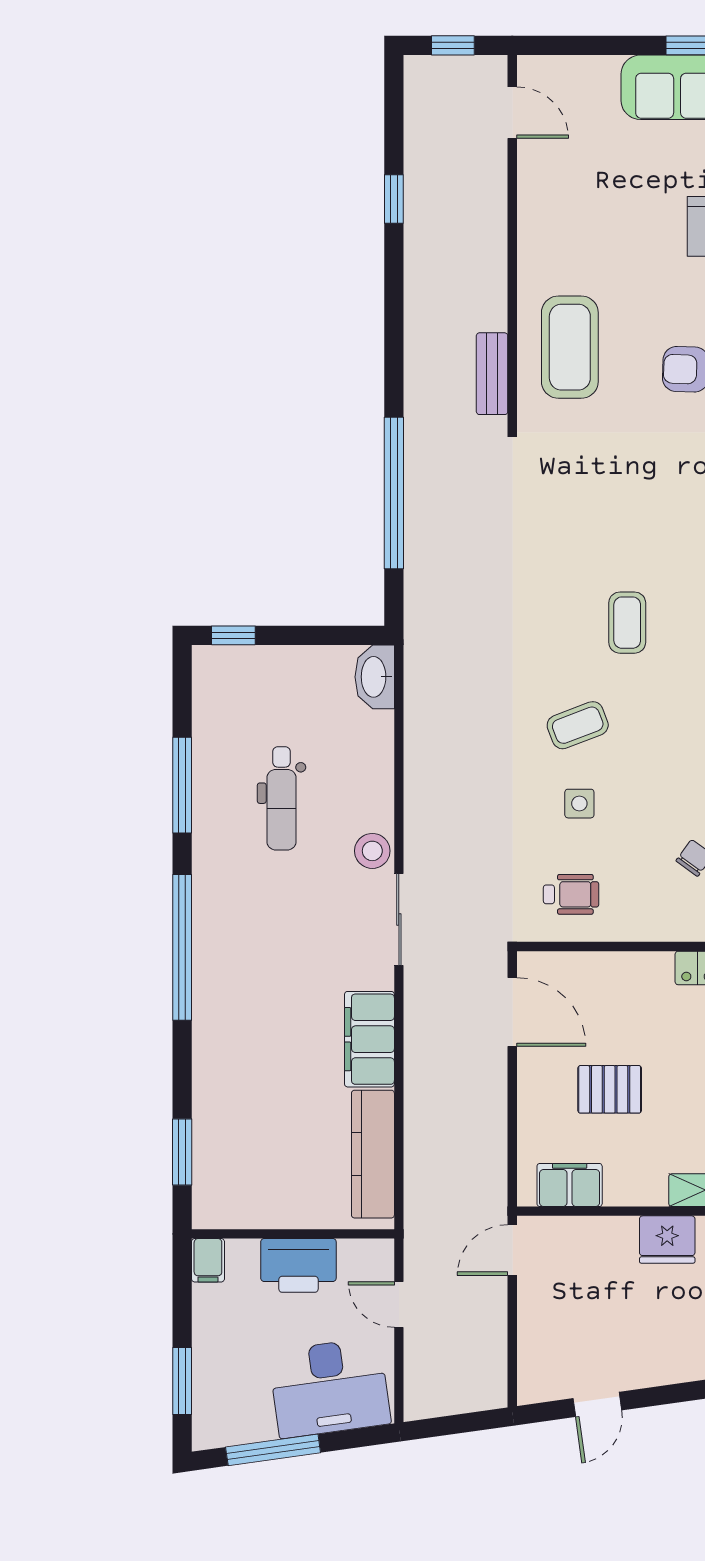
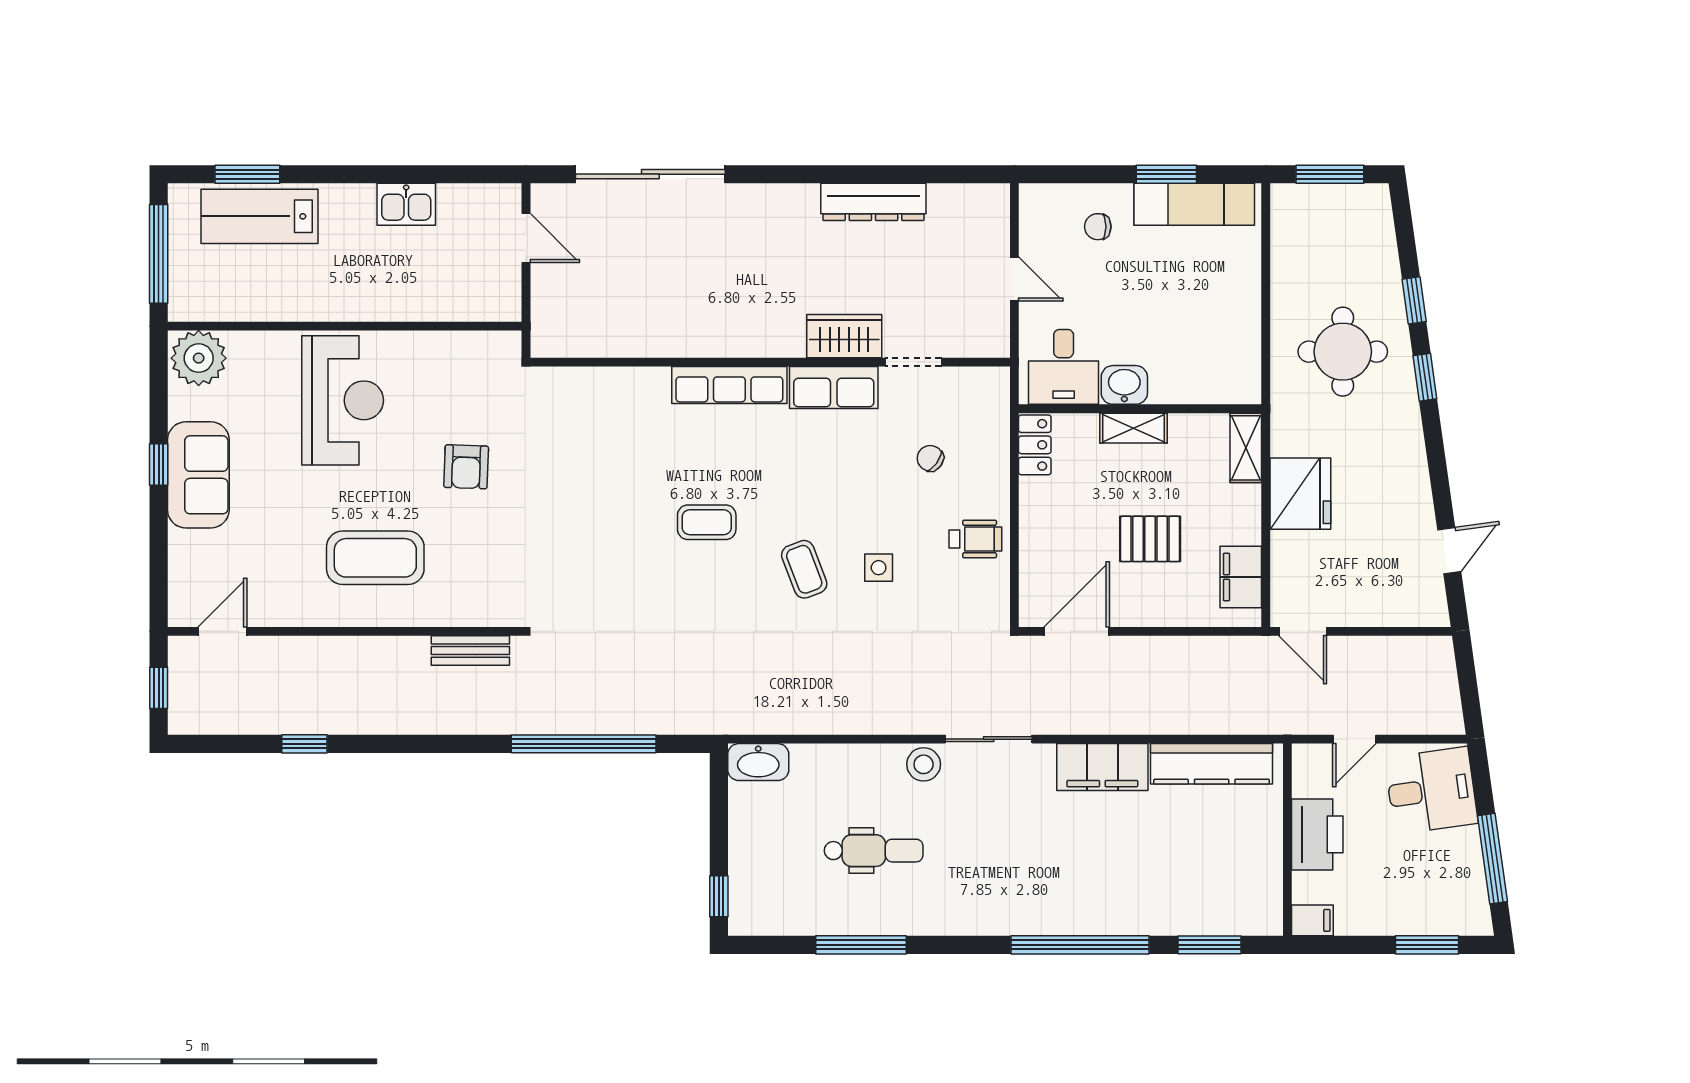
coffee table: (570, 347) -> (375, 558), moved
wheelchair: (571, 894) -> (975, 539), moved, turned 90
window: (182, 947) -> (1080, 945), moved
pallet: (610, 1089) -> (1150, 539), turned 90
fridge: (667, 1240) -> (1300, 494), width x1.36, depth x1.34
desk: (330, 1388) -> (1431, 791), width x0.73
door: (597, 1404) -> (1449, 551), hinge flipped

